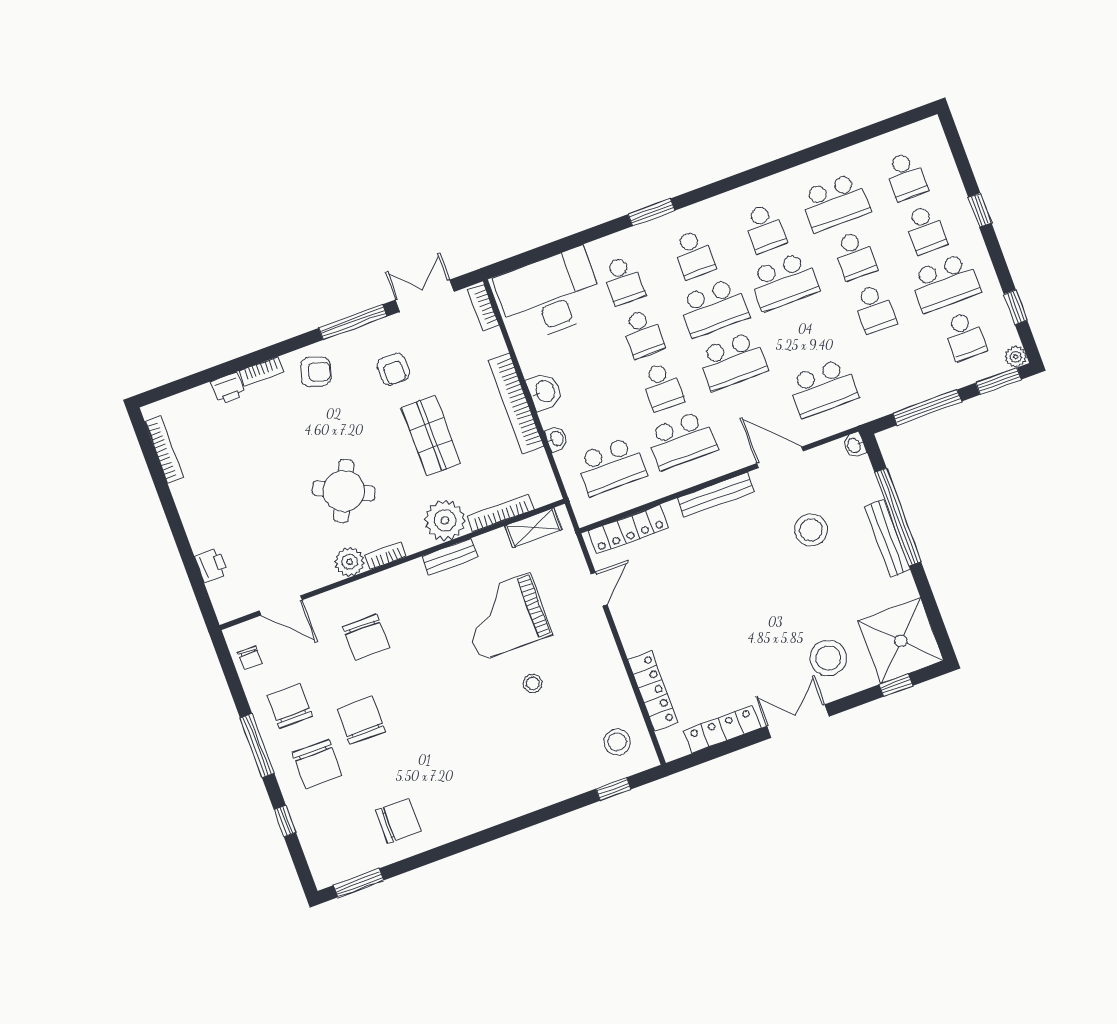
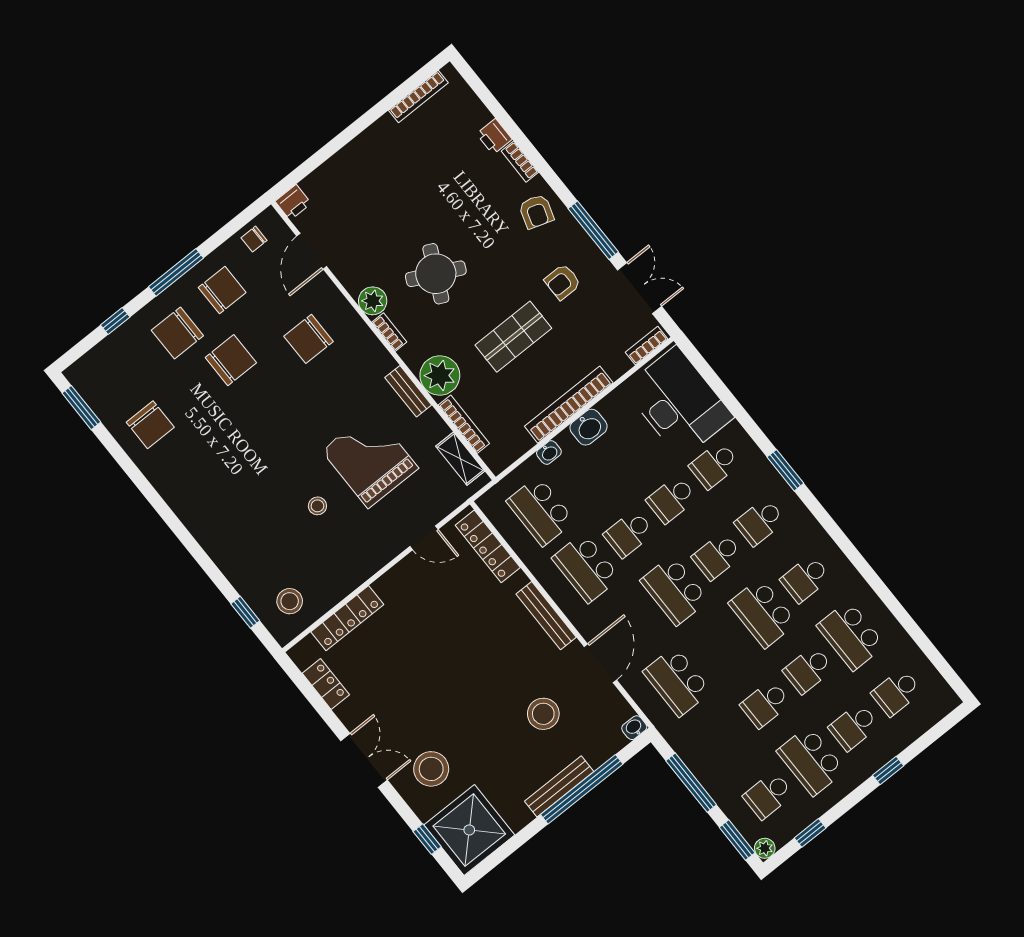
school desk: (713, 308) -> (717, 556), width x0.54
printer: (211, 565) -> (293, 202), moved
locker: (722, 729) -> (326, 684), width x0.66

